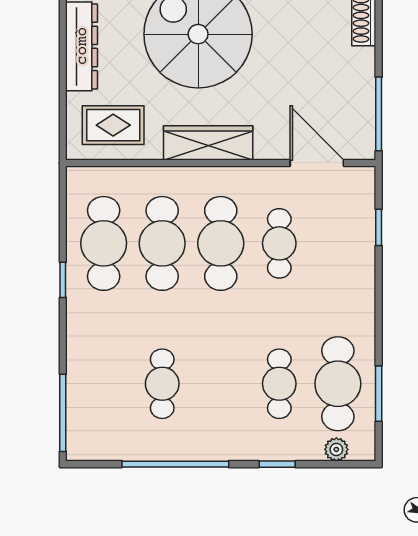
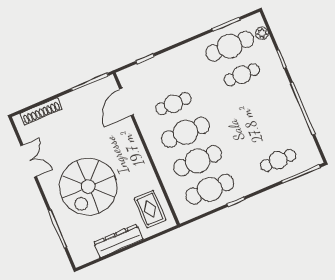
wardrobe: (208, 143) -> (139, 159), removed
cafe table: (162, 384) -> (278, 160), moved

